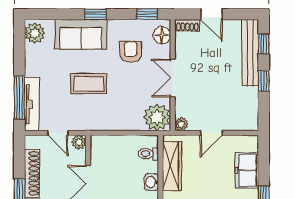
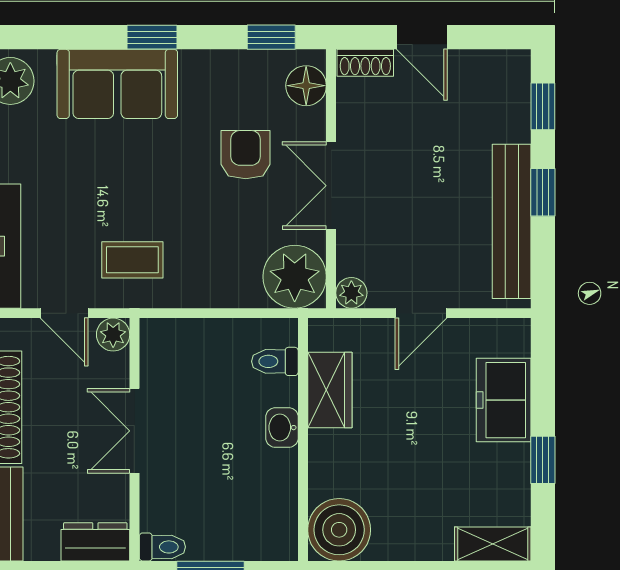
armchair: (131, 52) -> (246, 155), moved
bench: (250, 53) -> (512, 221), moved
coffee table: (89, 84) -> (132, 260), moved, width x0.73, depth x0.77
wardrobe: (172, 166) -> (330, 390), width x0.67

